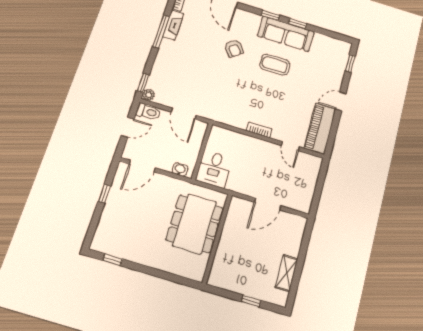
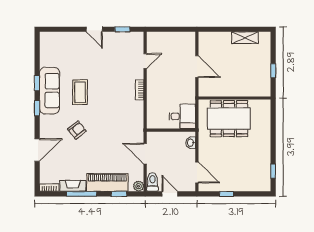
window: (350, 63) -> (122, 29), moved
window: (143, 83) -> (119, 194), moved
door: (184, 114) -> (145, 154), swing flipped
piano: (320, 129) -> (107, 182), moved, turned 180
window: (251, 301) -> (273, 71), moved

